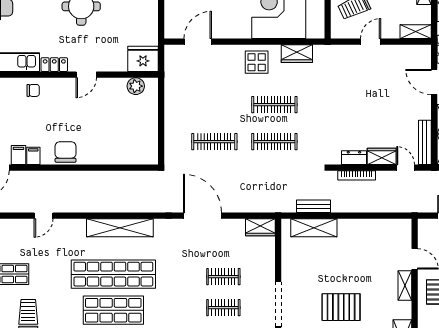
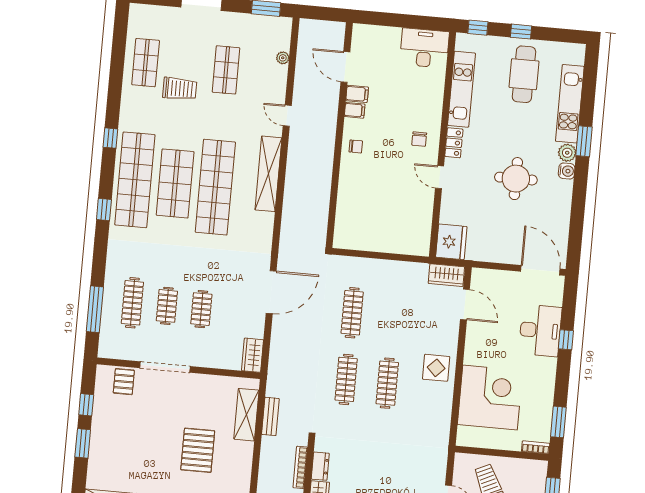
wardrobe: (297, 54) -> (446, 275), moved, turned -90
plant: (136, 86) -> (422, 231), removed
chair: (33, 90) -> (419, 139), moved
chair: (66, 152) -> (356, 146), width x0.54, depth x0.54
shelving: (120, 228) -> (268, 174), moved
pallet: (341, 307) -> (198, 450), moved

